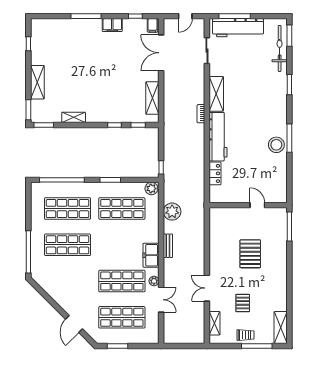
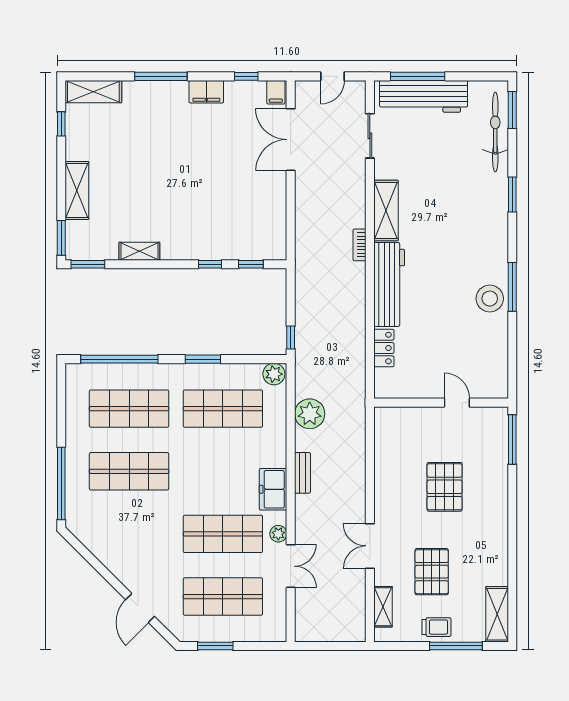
shelving: (152, 98) -> (93, 92), moved, turned 90
pallet: (243, 303) -> (432, 572), width x1.50, depth x1.42

